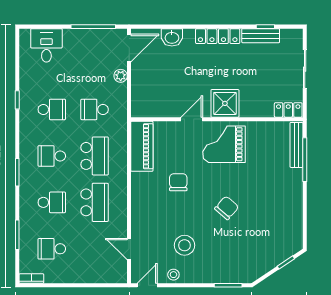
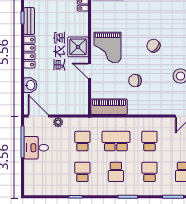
desk: (46, 45) -> (36, 148), moved
school desk: (95, 109) -> (82, 141), turned 180
school desk: (95, 202) -> (149, 141), width x0.54

